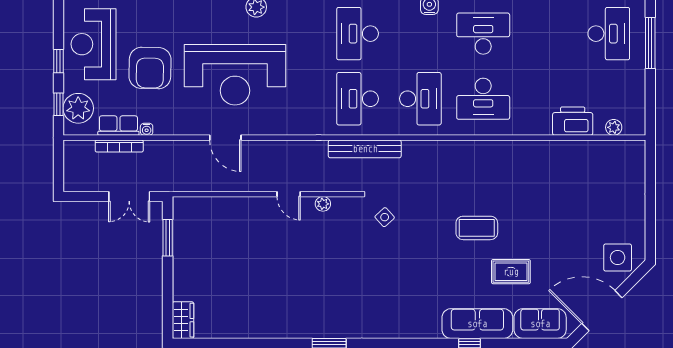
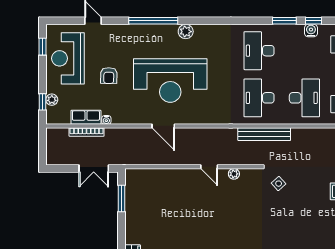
window: (58, 61) -> (43, 47), moved
armchair: (150, 68) -> (109, 76), width x0.53, depth x0.53
plant: (78, 108) -> (52, 100), width x0.53, depth x0.53

